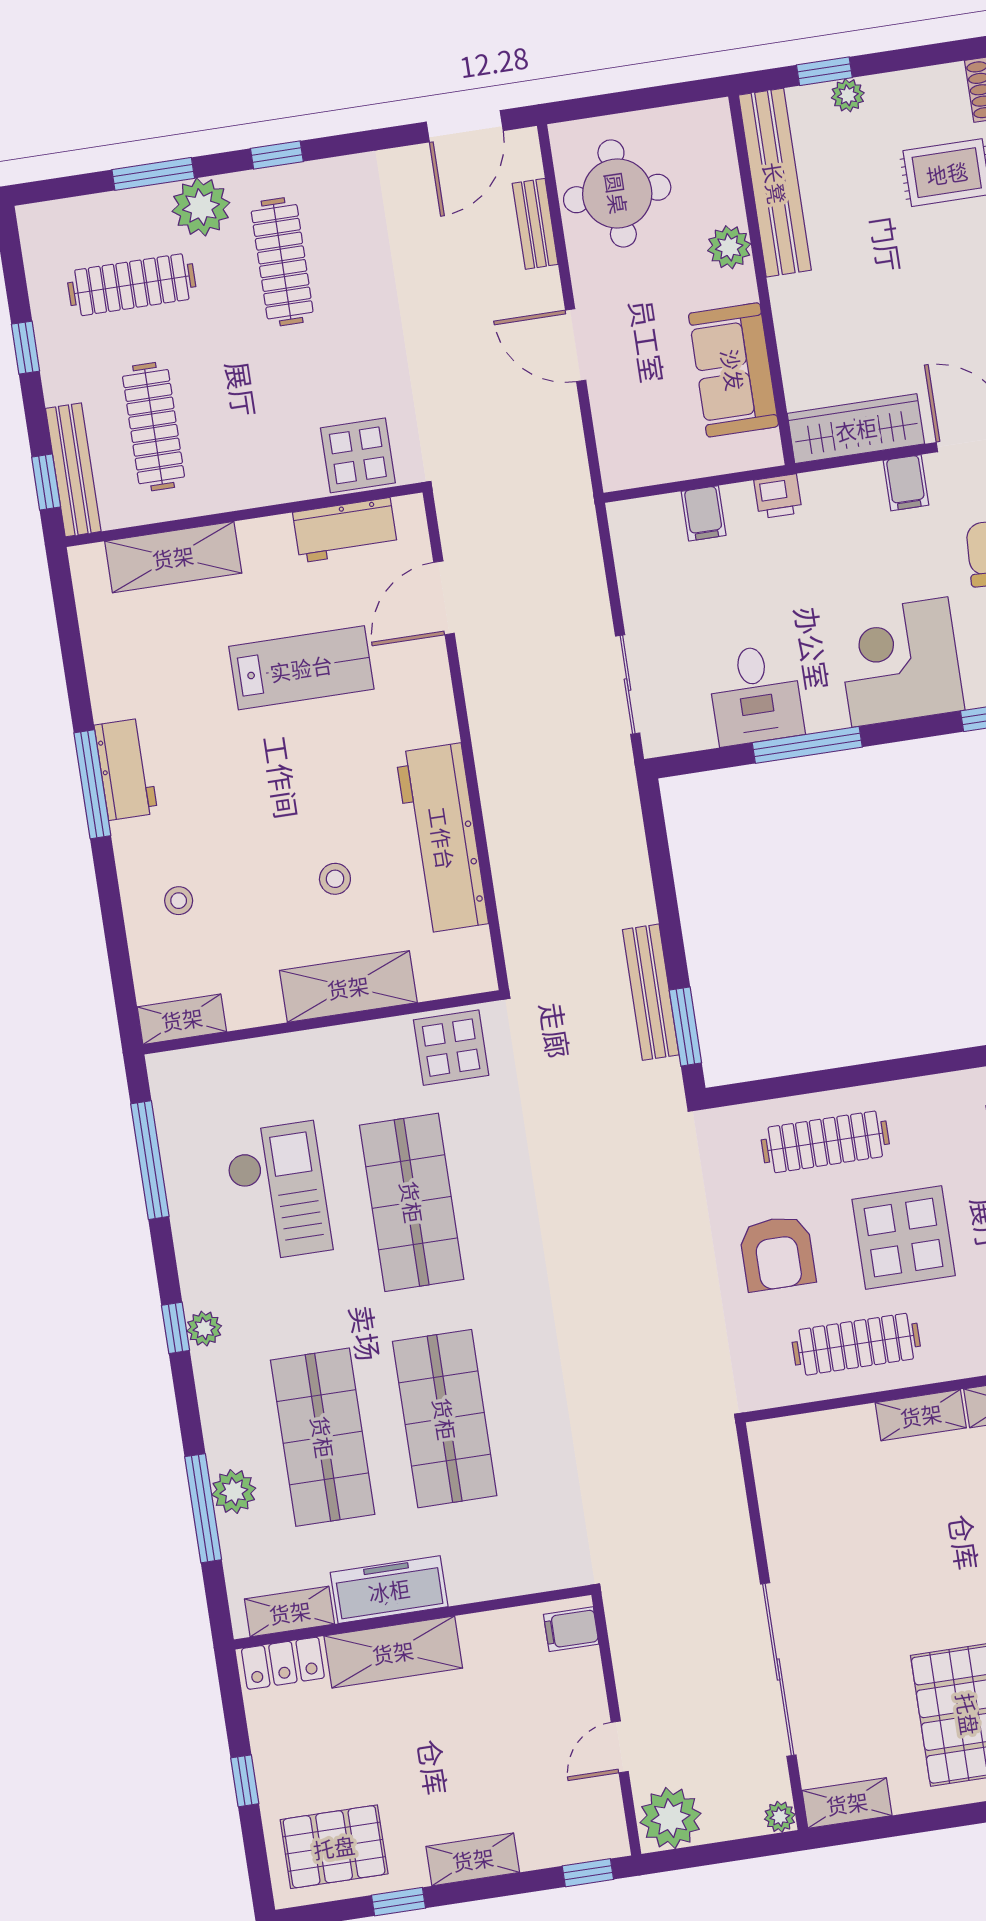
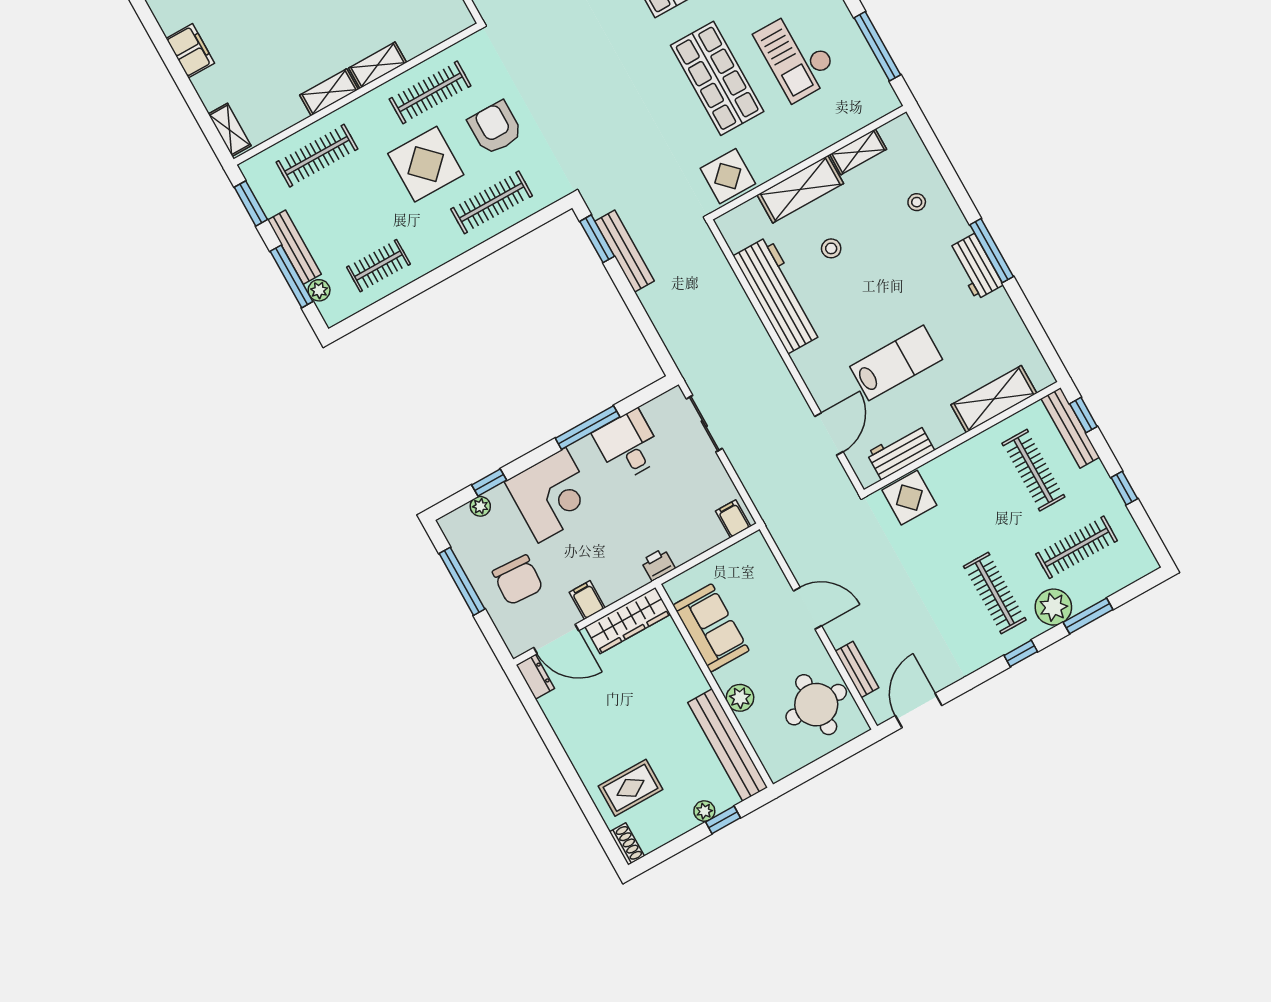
filing cabinet: (704, 513) -> (733, 519), moved
lab bench: (301, 668) -> (896, 363), turned 180
shelving: (182, 1019) -> (858, 152), moved

